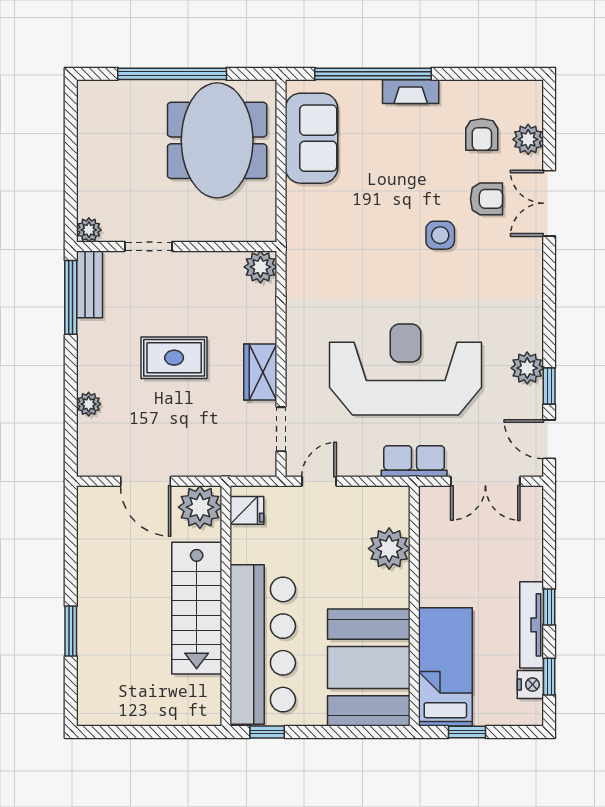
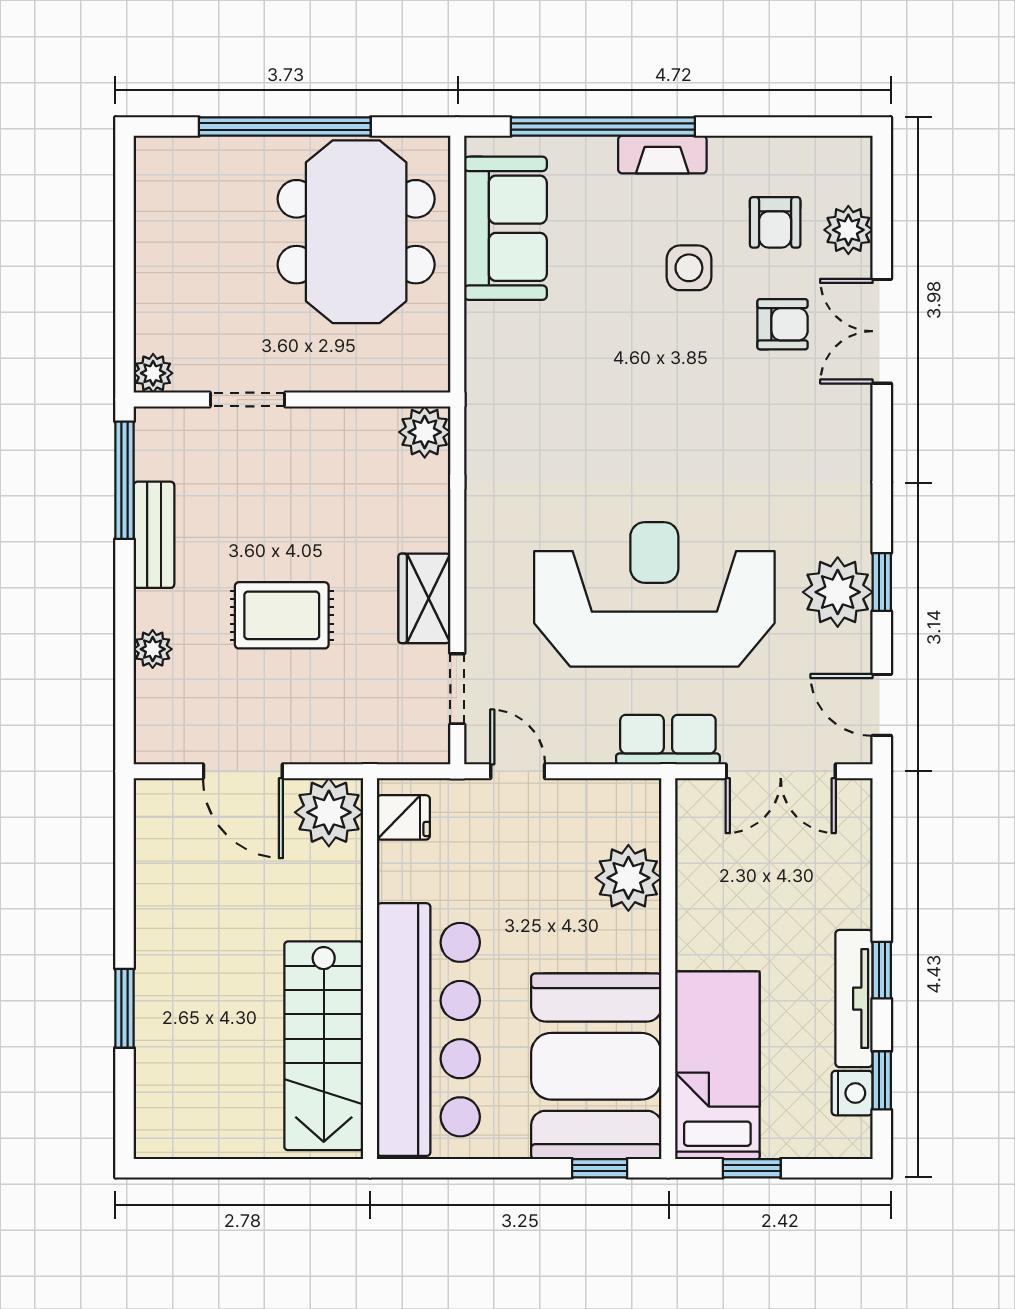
side table: (440, 235) -> (689, 268), moved
bench: (89, 284) -> (154, 535), moved
rug: (174, 358) -> (282, 615), moved
plant: (527, 368) -> (838, 592), width x1.36, depth x1.36
window: (549, 386) -> (882, 582), moved
door: (319, 481) -> (518, 771), hinge flipped
stairs: (197, 608) -> (324, 1046), moved
window: (267, 732) -> (600, 1168), moved

